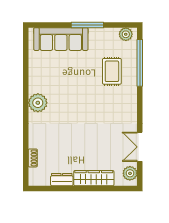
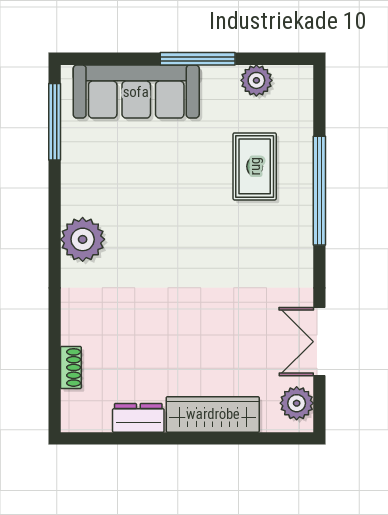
plant: (126, 34) -> (256, 80), moved
window: (26, 52) -> (55, 122), added
window: (140, 63) -> (319, 191), moved

